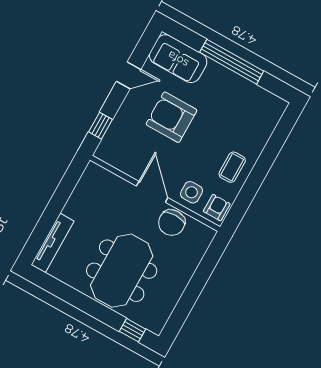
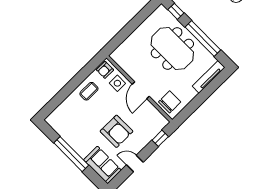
chair: (172, 223) -> (170, 102), moved
meeting table: (122, 271) -> (172, 49), turned 90
window: (78, 300) -> (203, 38), added

